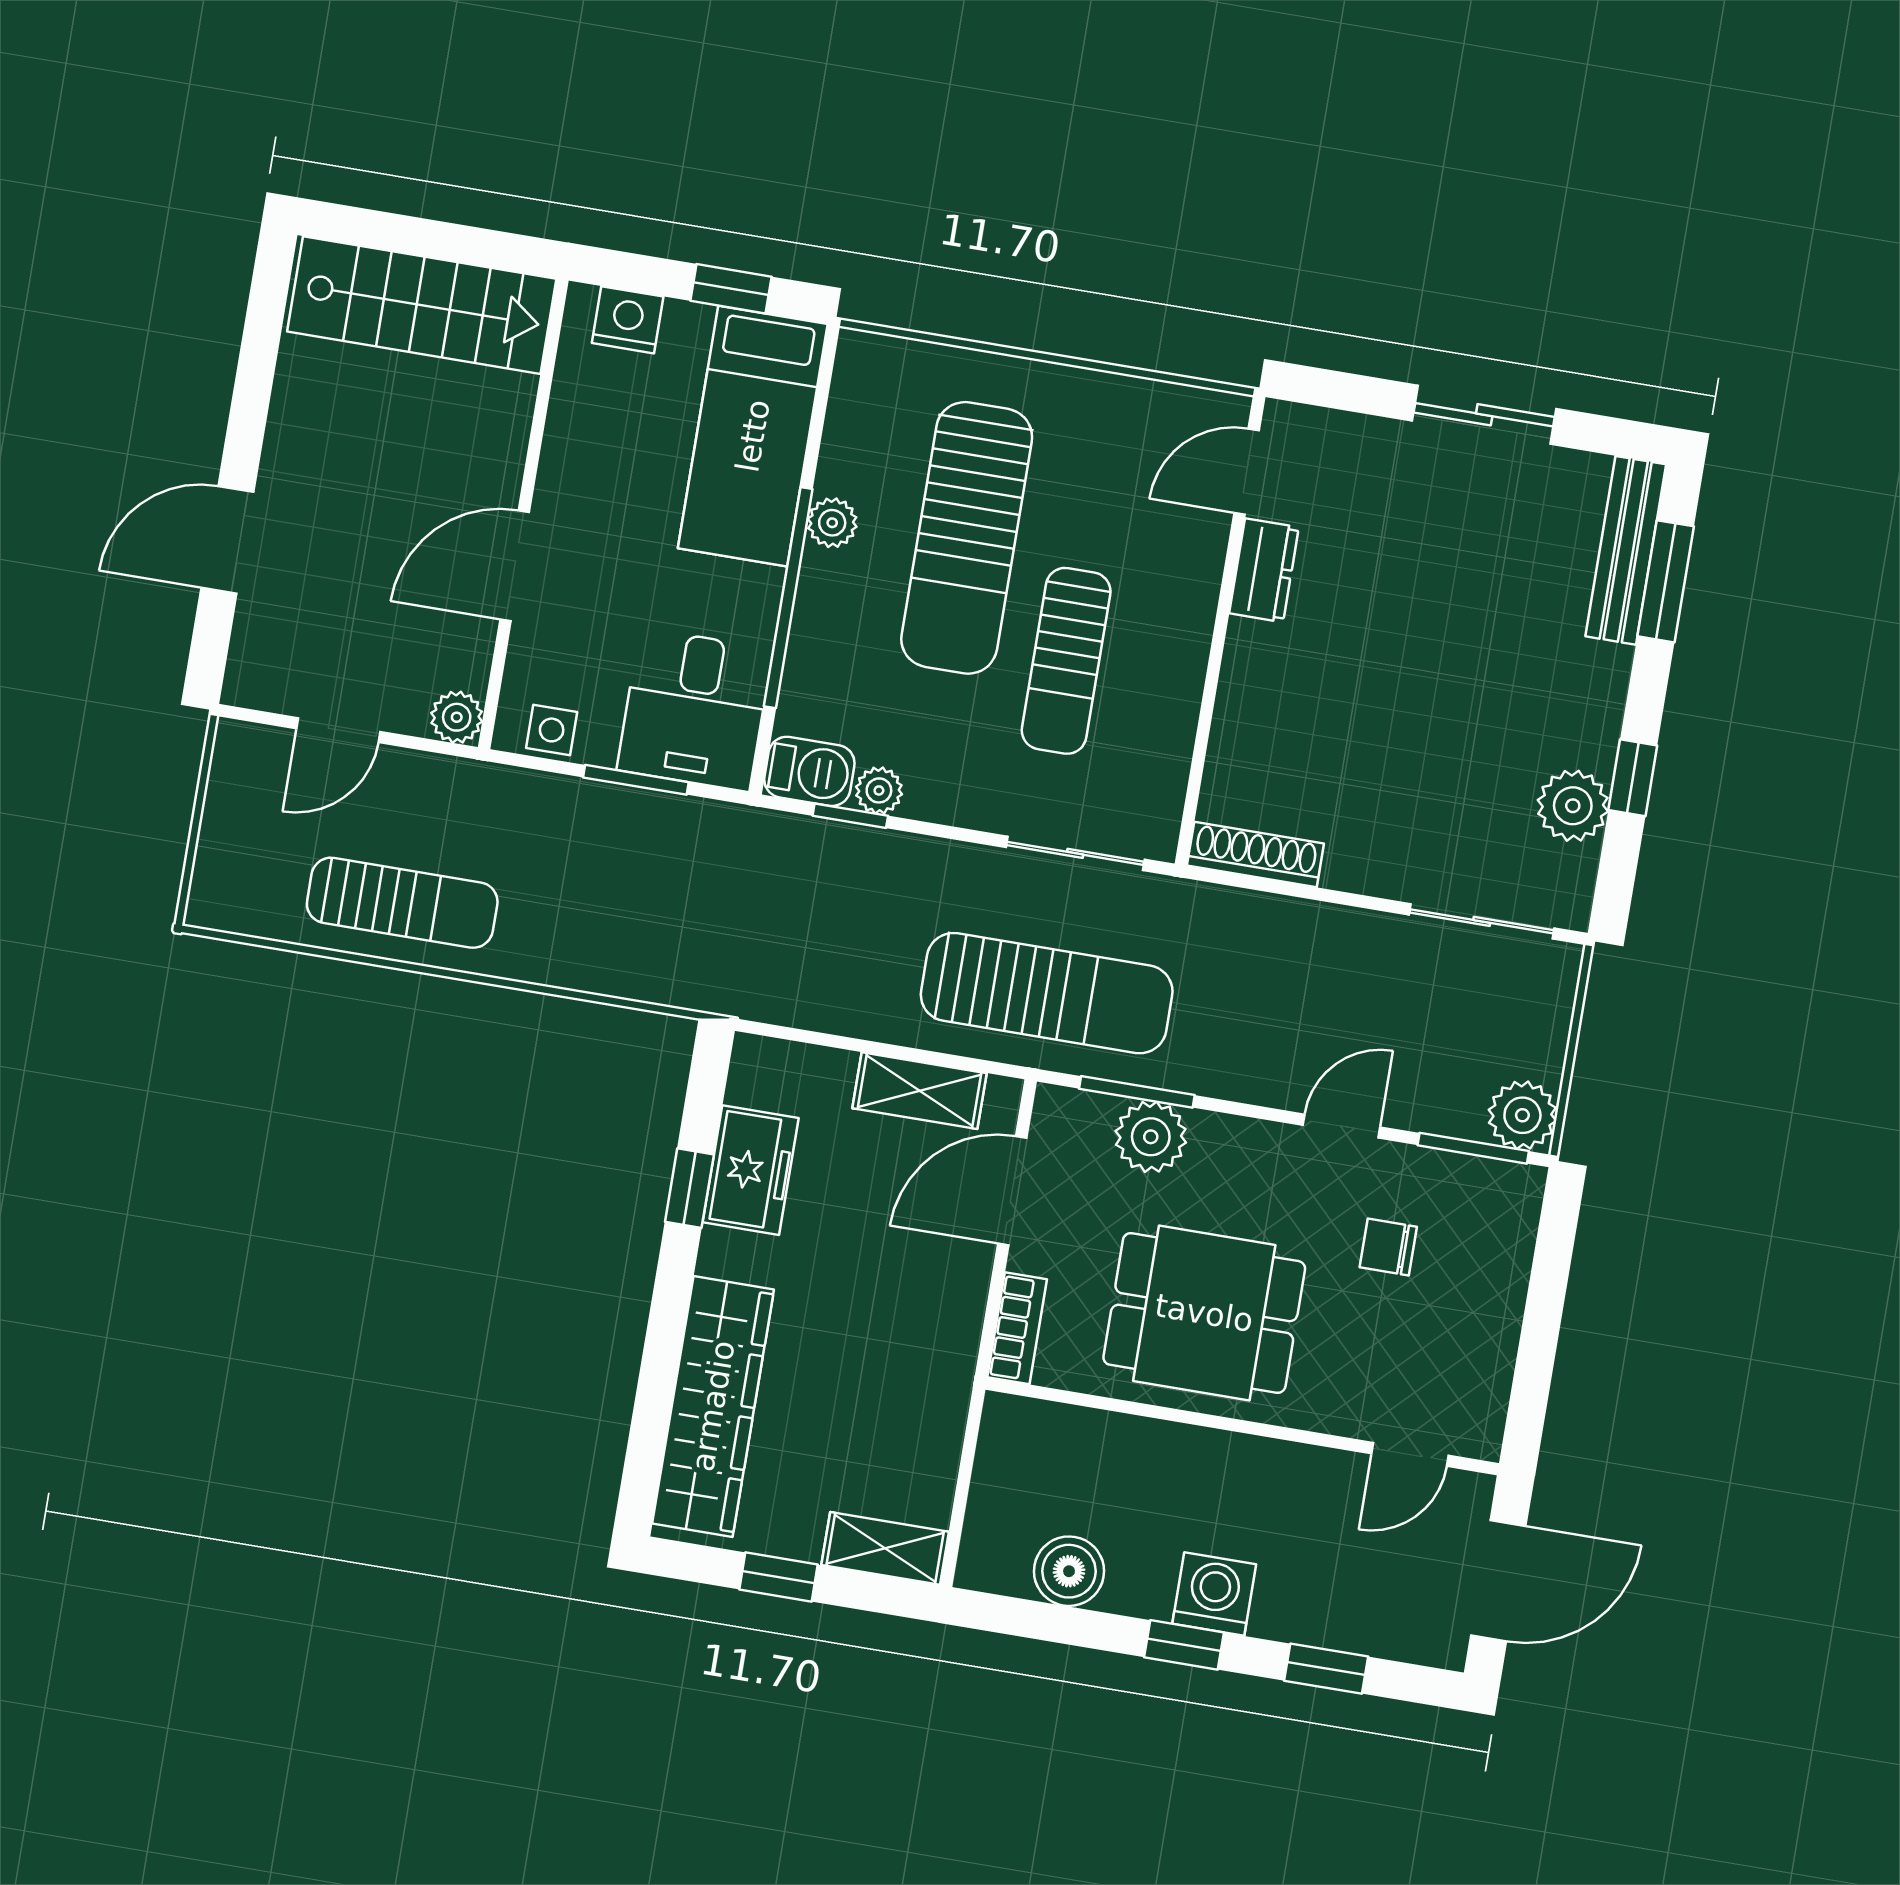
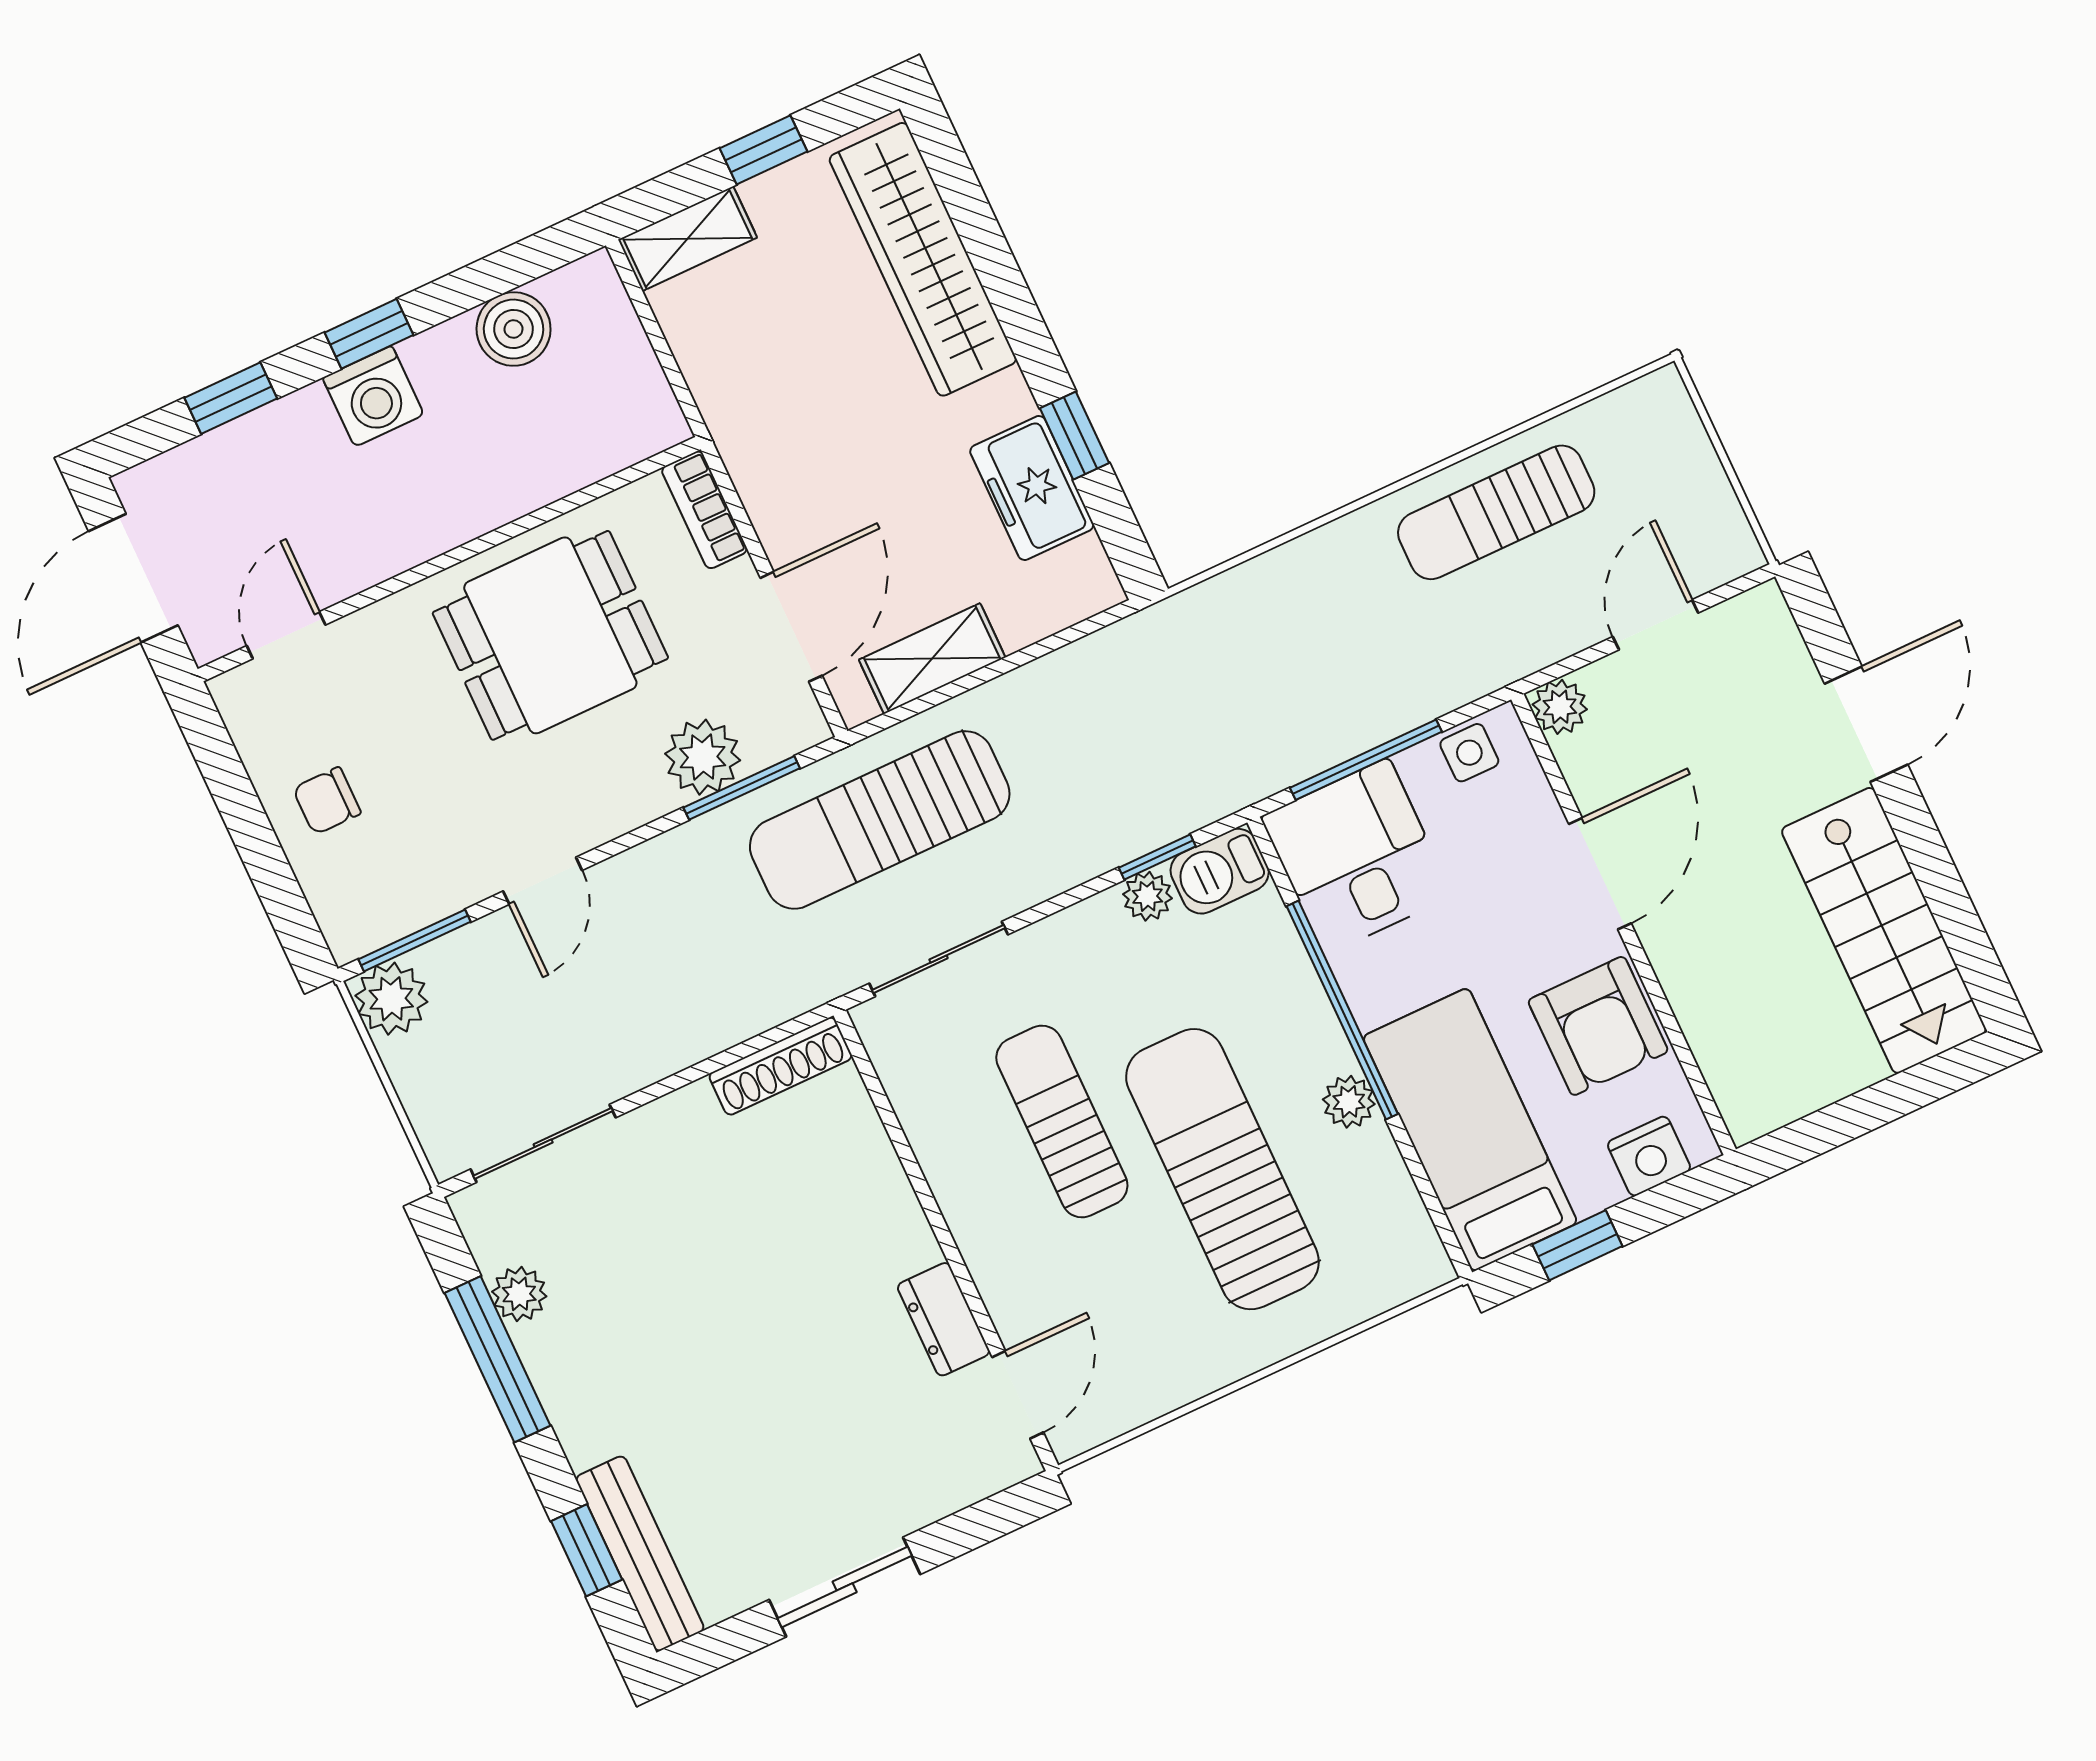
stairs: (422, 305) -> (1884, 930), moved, turned -90
armchair: (598, 448) -> (1598, 1026), added
window: (1666, 581) -> (587, 1550), width x0.67
window: (1633, 778) -> (498, 1359), width x2.17
window: (636, 780) -> (1366, 760), width x1.44
plant: (1573, 806) -> (519, 1294), width x0.73, depth x0.73
chair: (1388, 1247) -> (327, 801), moved, turned 180

